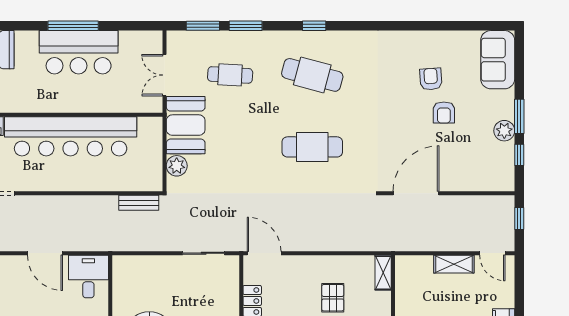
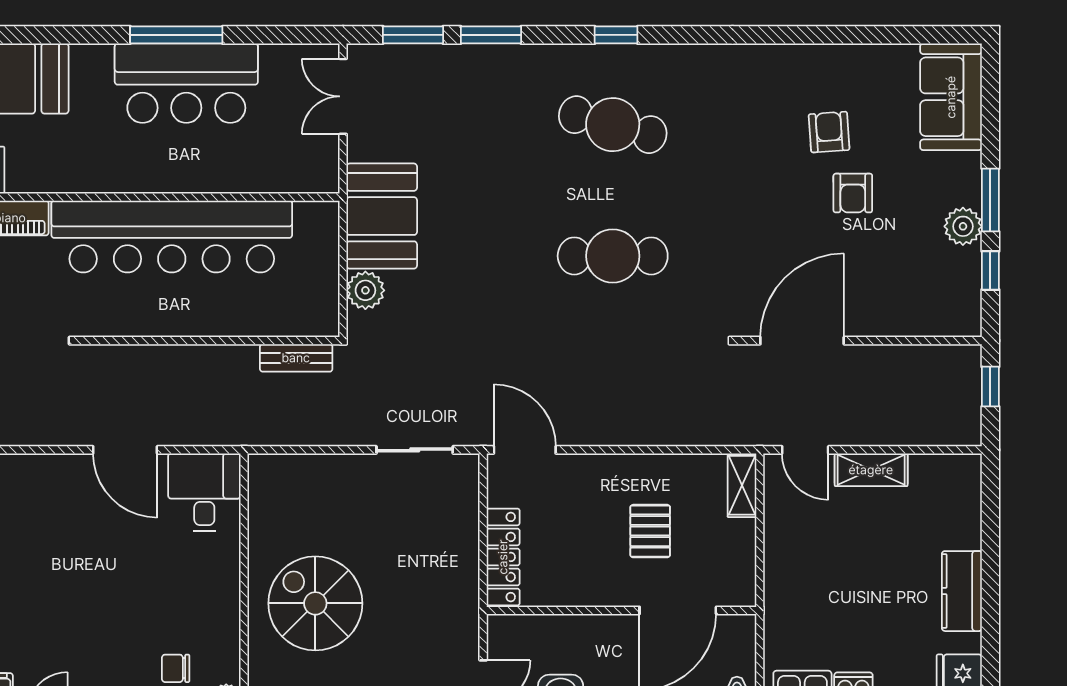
double door: (164, 75) -> (343, 96), moved
cafe table: (230, 75) -> (463, 125), removed
door: (492, 253) -> (805, 450), moved

